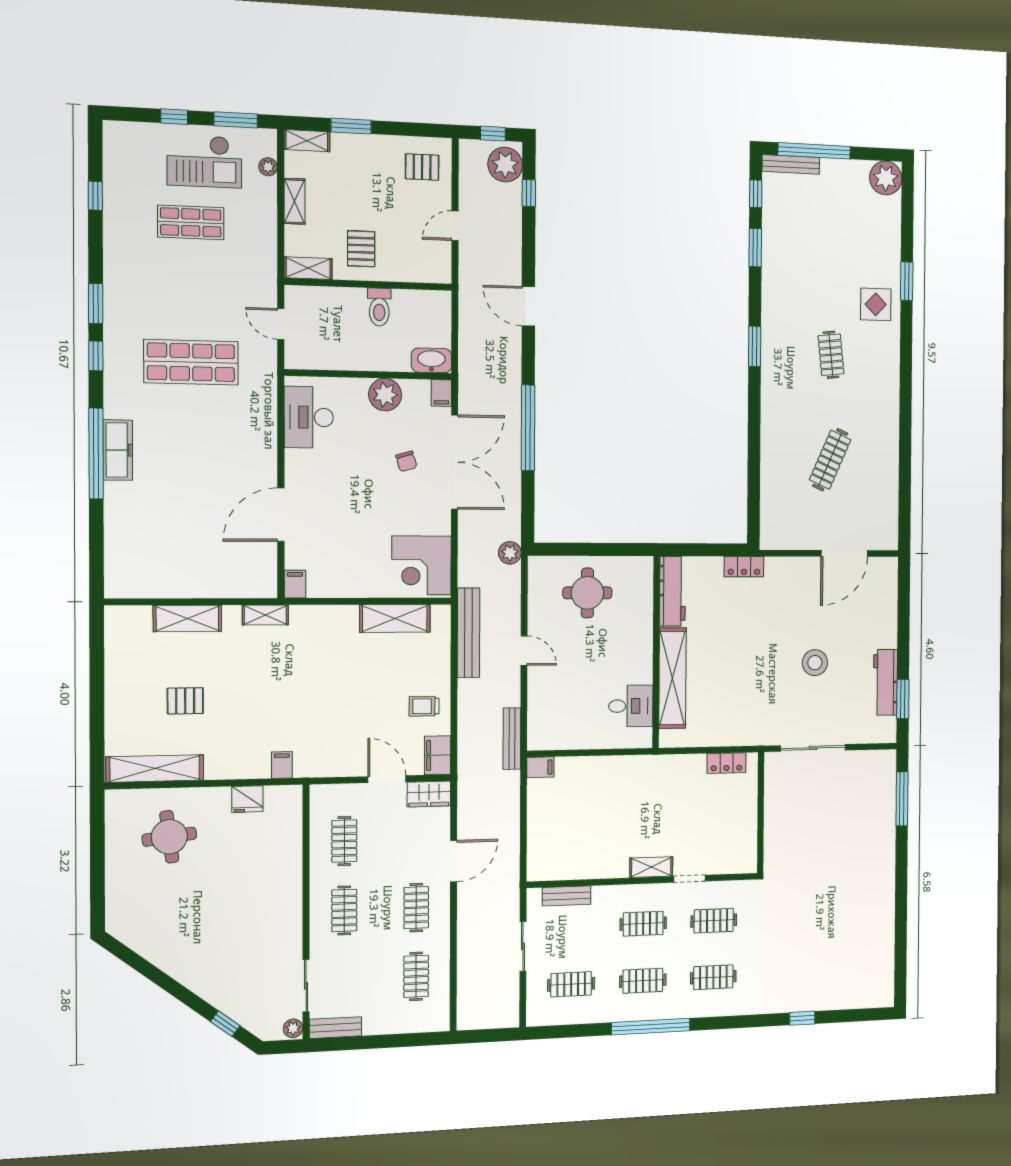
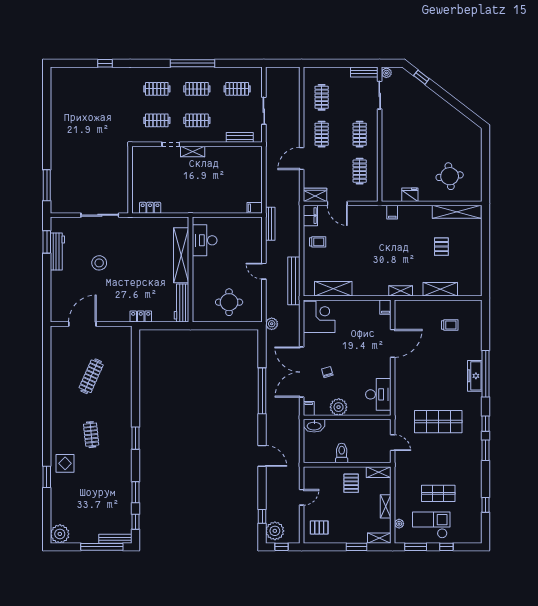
trolley: (168, 549) -> (450, 325), added
pallet: (185, 701) -> (441, 247), turned 90
desk: (631, 706) -> (205, 240), width x1.37

